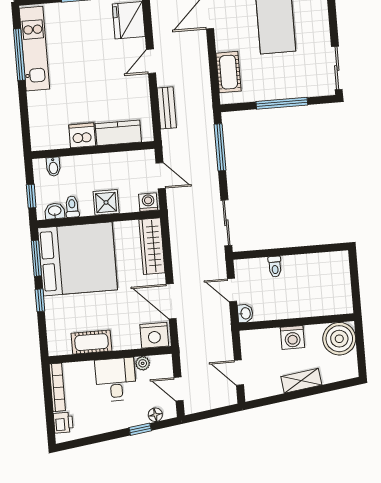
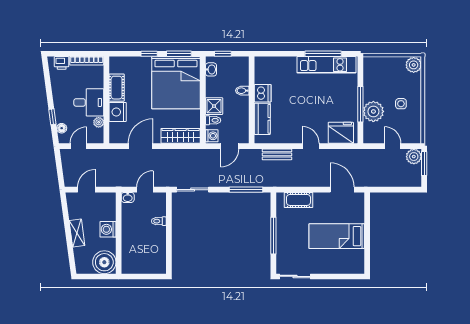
bidet: (53, 167) -> (242, 91), moved
toilet: (72, 207) -> (213, 120), moved
nightstand: (154, 335) -> (118, 112), moved

